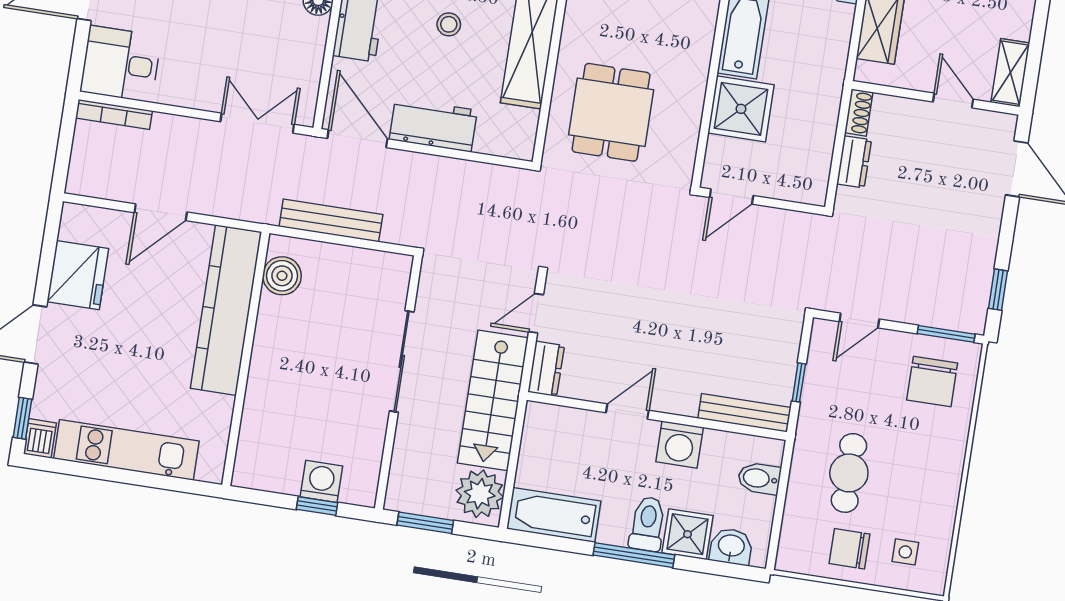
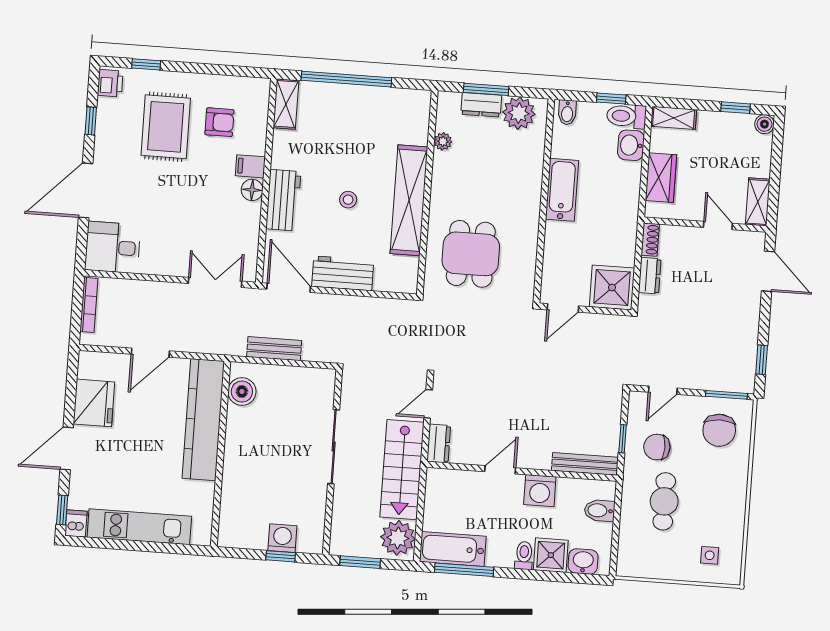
shower: (741, 109) -> (612, 287), moved
bookcase: (114, 114) -> (89, 305), moved, turned -90
bench: (331, 220) -> (274, 349), width x0.73
toilet: (647, 524) -> (524, 556), width x0.73, depth x0.72
chair: (850, 549) -> (657, 447), moved
window: (634, 555) -> (464, 570), moved

